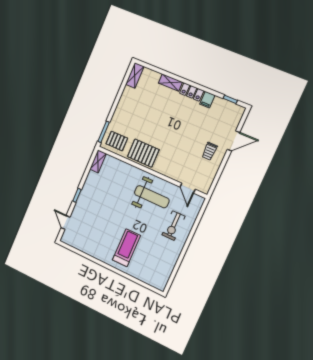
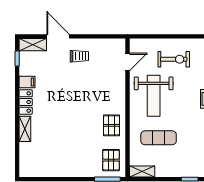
shelving: (135, 75) -> (33, 45), moved
pallet: (143, 153) -> (111, 125), width x0.67, depth x0.71
exercise mat: (118, 186) -> (159, 138), added
weight bench: (152, 197) -> (154, 96), turned 180

